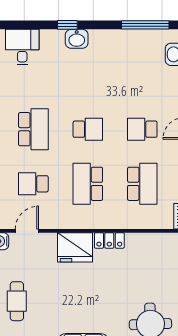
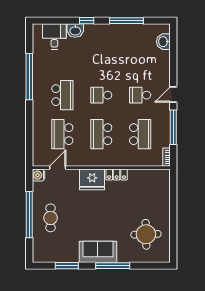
window: (145, 25) -> (126, 21), moved
washbasin: (77, 39) -> (75, 31), moved
school desk: (88, 129) -> (101, 95), turned 180
school desk: (33, 184) -> (62, 134), width x1.85

